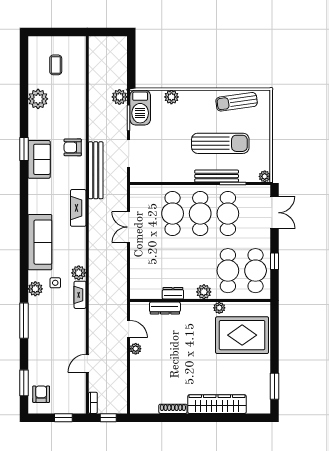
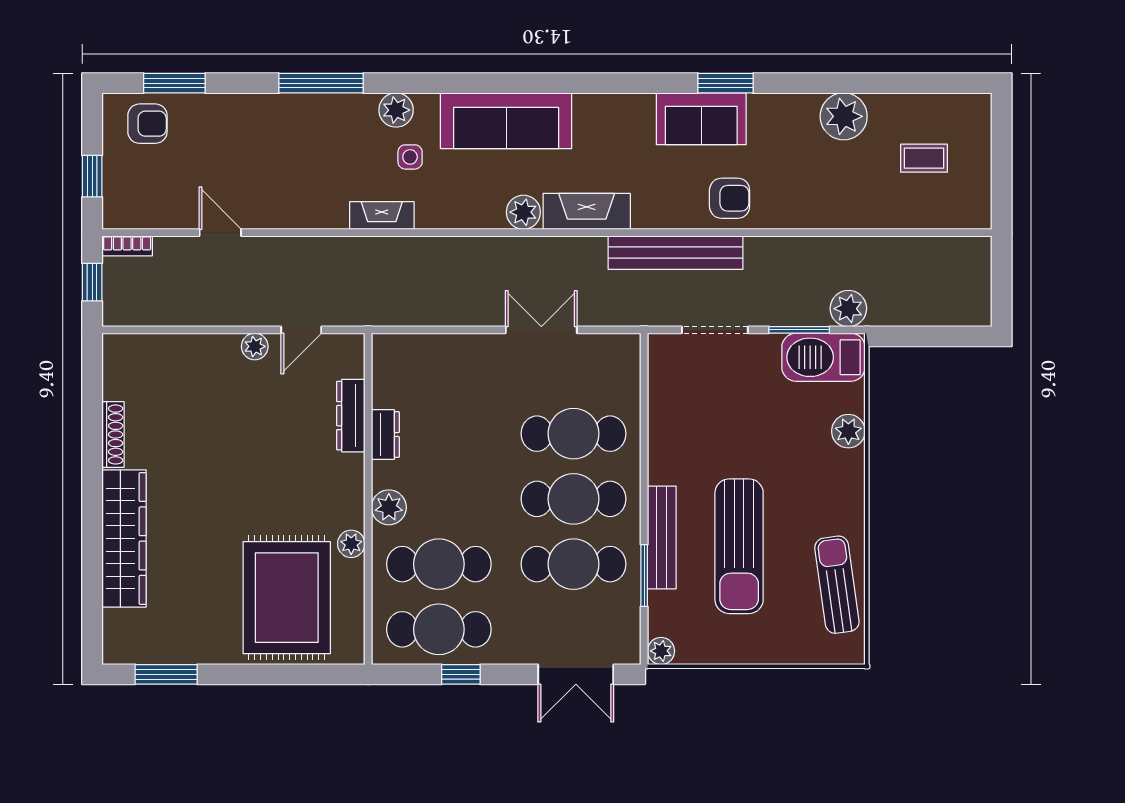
armchair: (73, 147) -> (730, 198), turned 90
plant: (79, 273) -> (523, 212), moved

